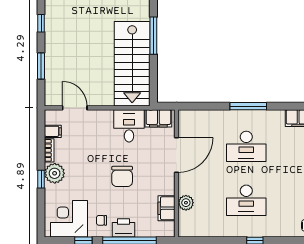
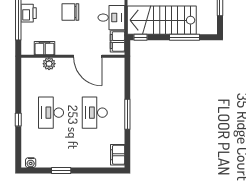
window: (153, 90) -> (141, 37), added

